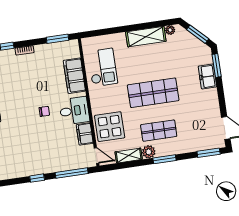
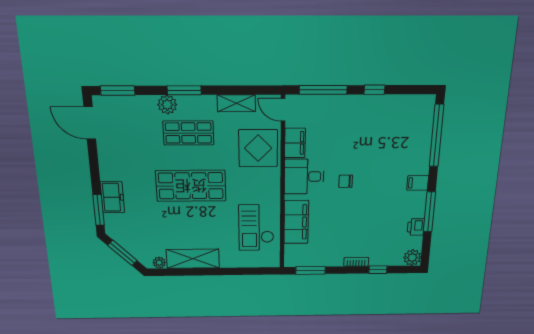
plant: (149, 152) -> (167, 105), moved

